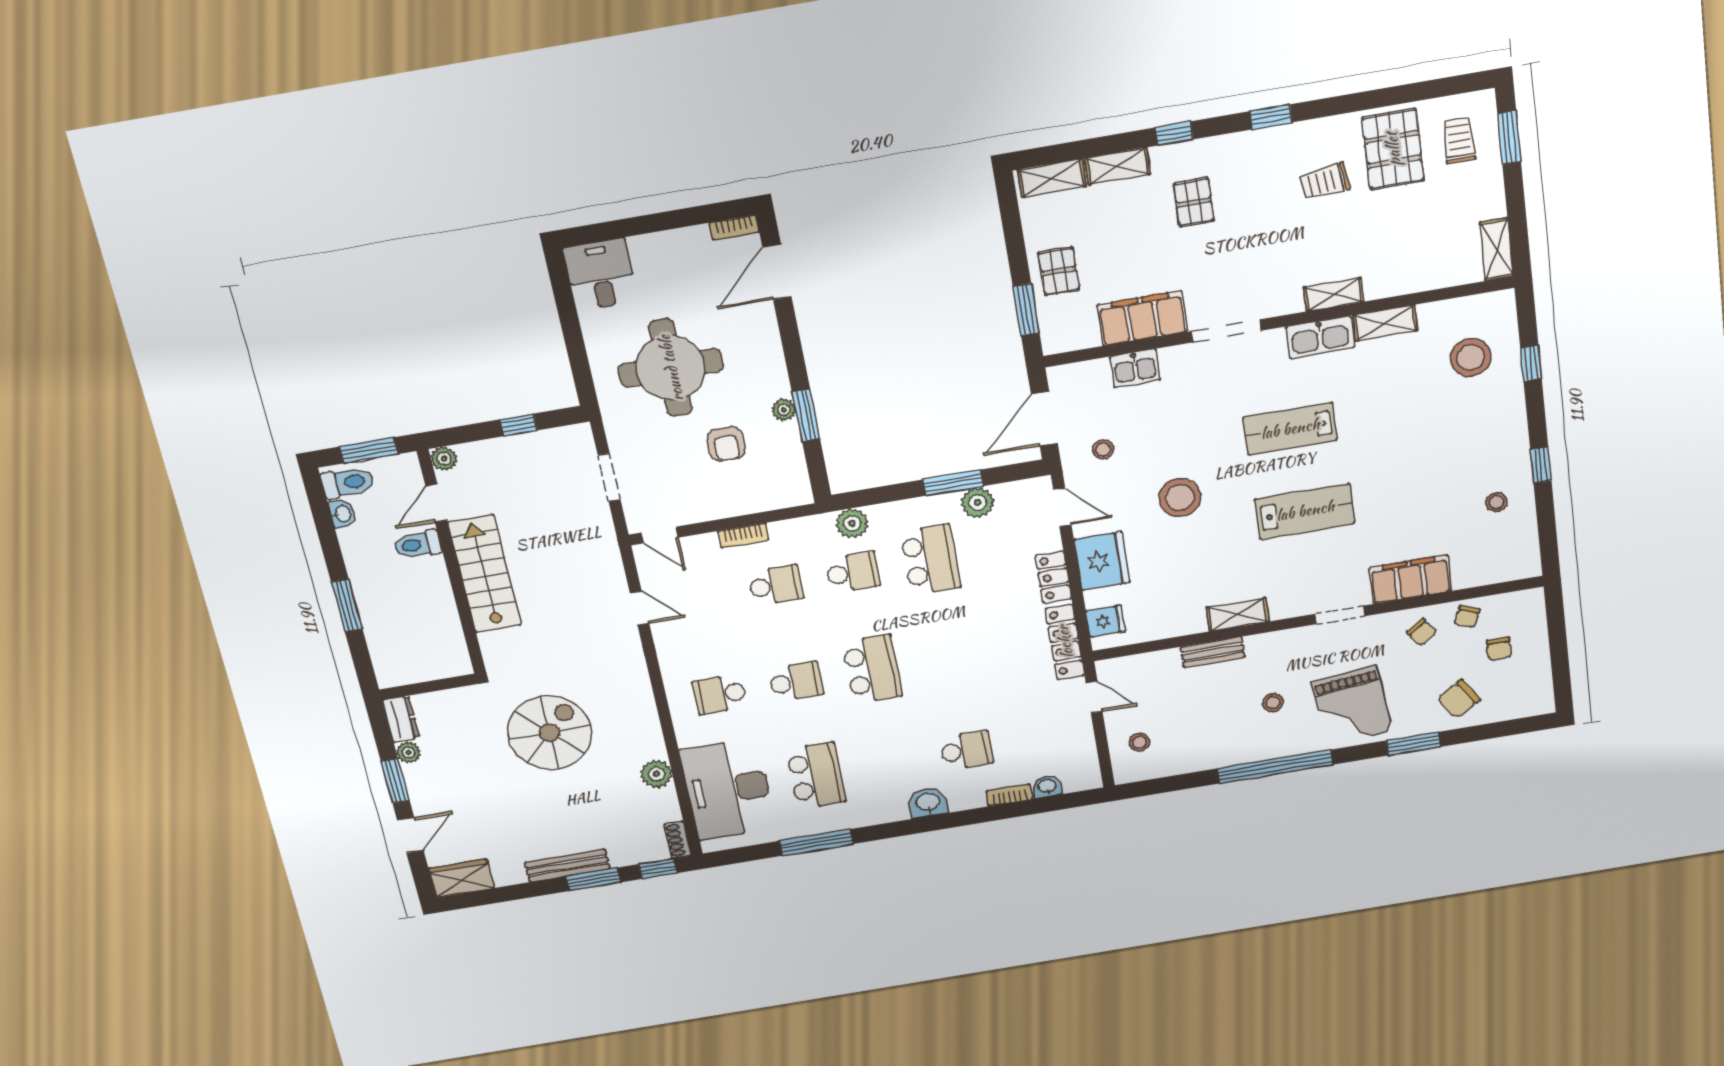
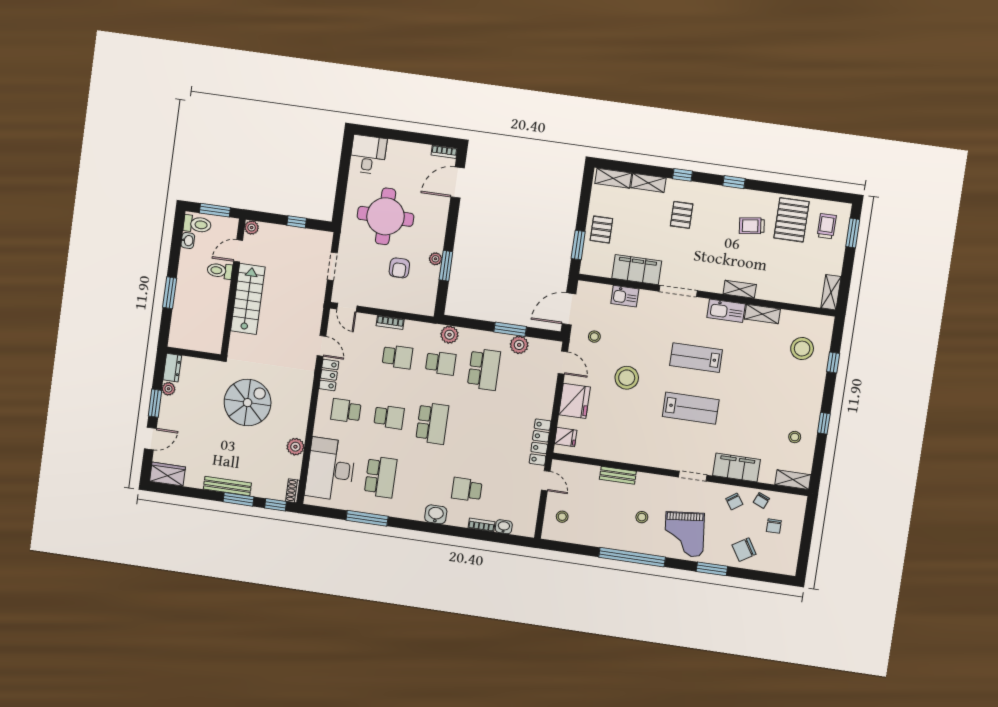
locker: (1053, 577) -> (329, 375), moved, turned 180
shelving: (1238, 614) -> (793, 480), moved
school desk: (966, 750) -> (467, 490), turned 180

